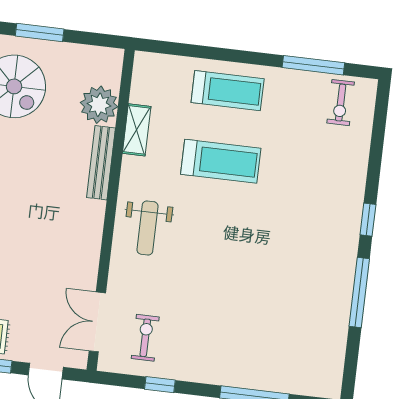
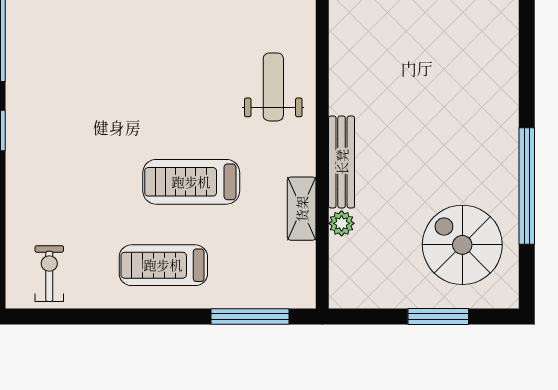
window: (313, 65) -> (250, 316), moved
treadmill: (228, 91) -> (163, 265), moved
plant: (99, 105) -> (342, 223), width x0.53, depth x0.53

